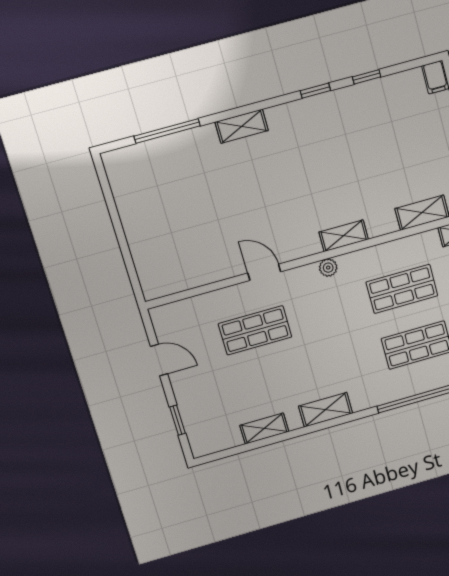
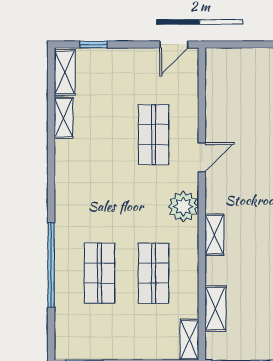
plant: (328, 268) -> (183, 206), width x1.87, depth x1.87
door: (159, 360) -> (174, 44), moved
shelving: (326, 410) -> (65, 72), moved

